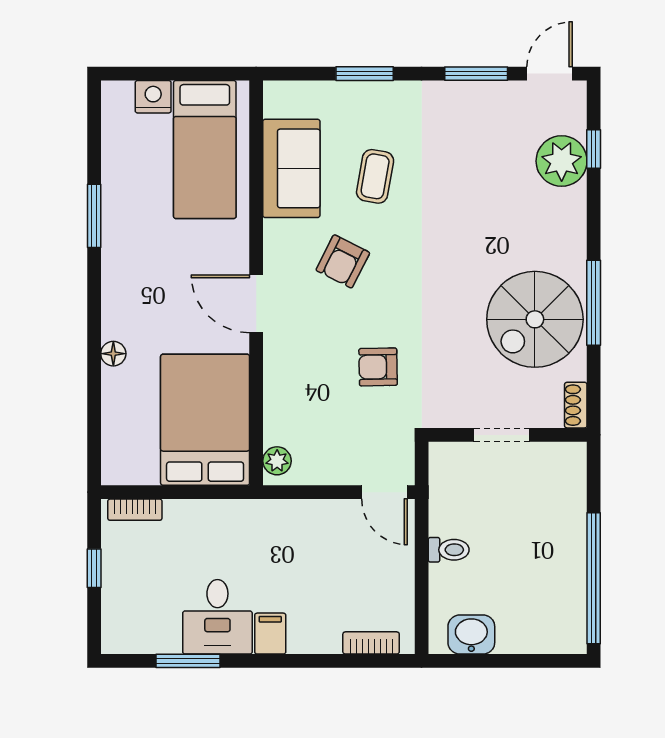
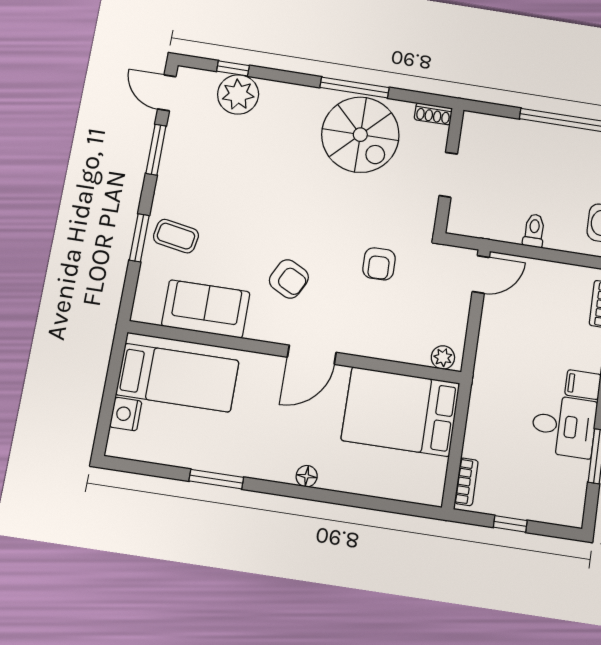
coffee table: (375, 176) -> (176, 236), moved
floor lamp: (113, 354) -> (307, 476), moved

